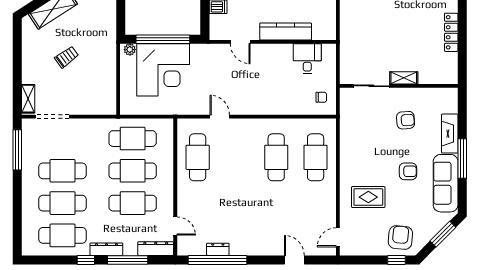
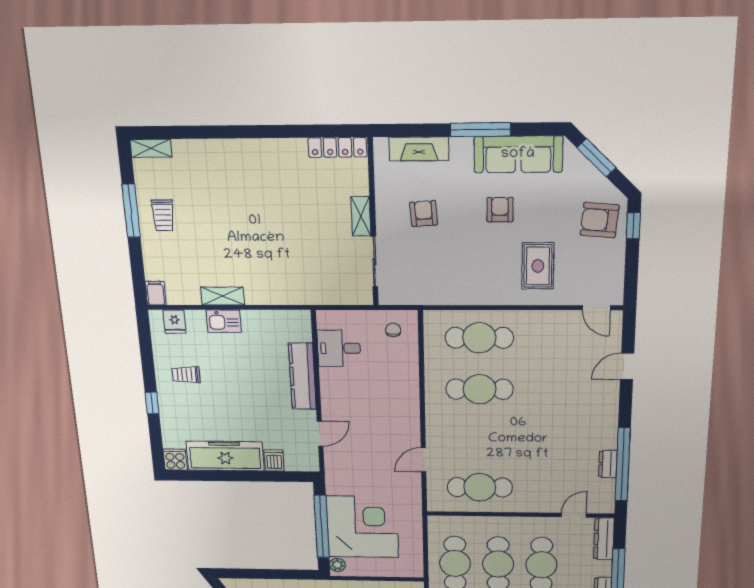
locker: (451, 32) -> (337, 147), moved
fireplace: (450, 134) -> (419, 149), moved

